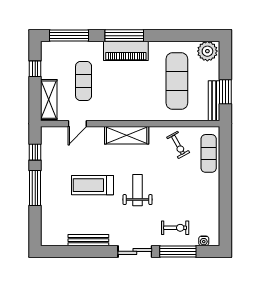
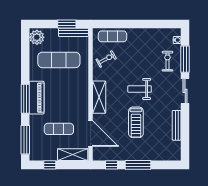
door: (77, 124) -> (90, 133), width x1.87

